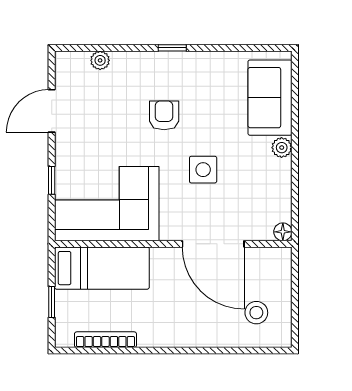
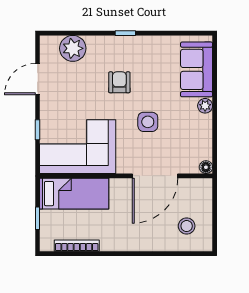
plant: (100, 60) -> (73, 48), width x1.88, depth x1.88
door: (213, 244) -> (155, 176), hinge flipped

